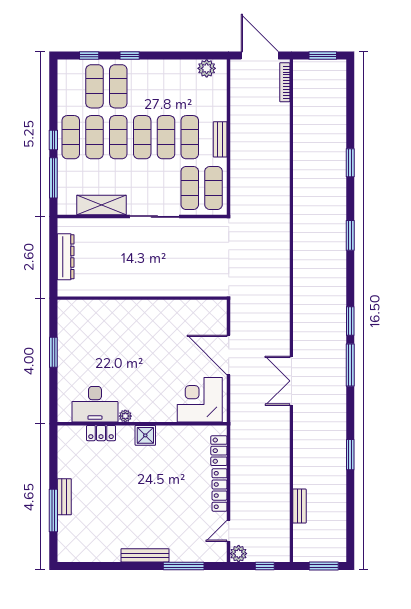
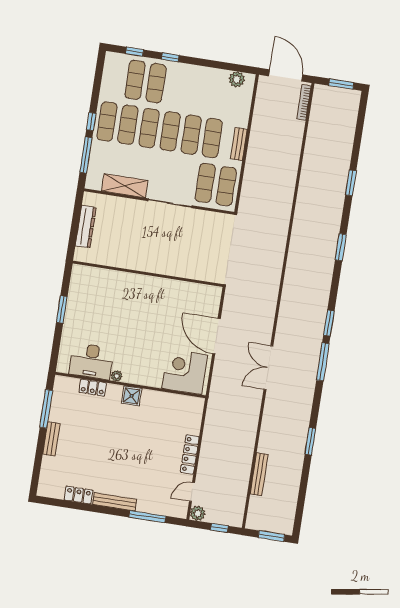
locker: (219, 451) -> (78, 495), moved, turned 90
bench: (299, 506) -> (259, 474), width x1.36
window: (53, 510) -> (46, 409), moved

